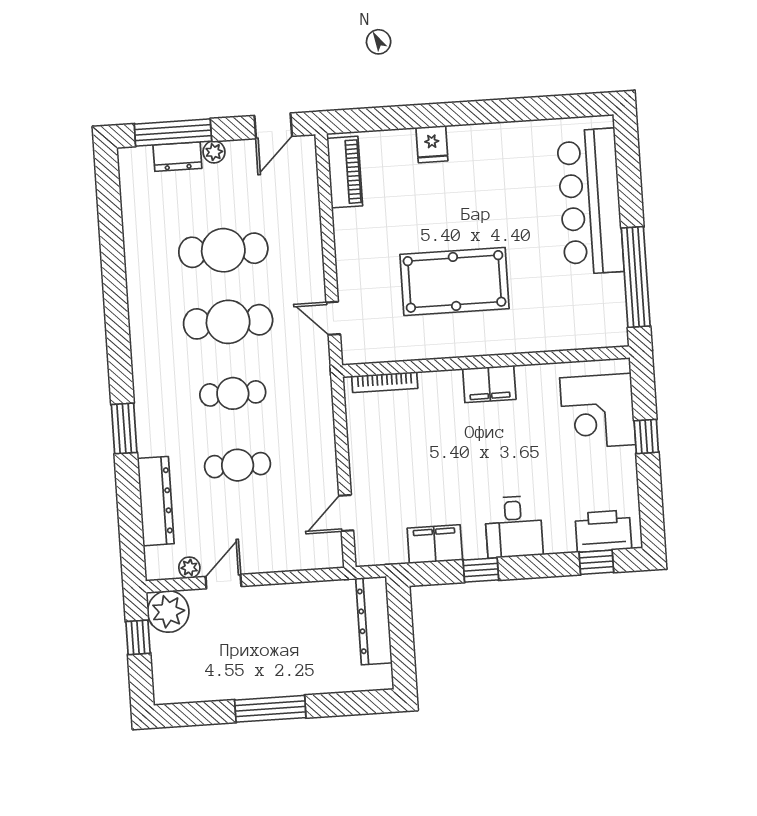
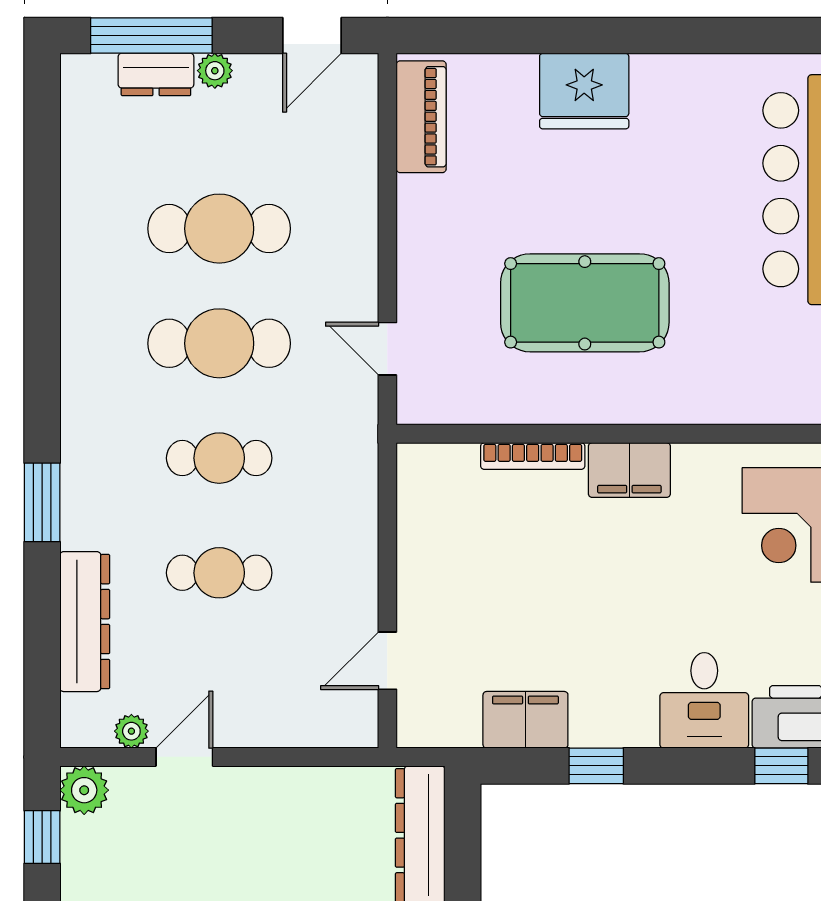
fridge: (432, 144) -> (584, 91), width x1.88, depth x1.34
bookcase: (385, 382) -> (533, 456), moved
desk: (514, 527) -> (704, 700), moved
plant: (168, 612) -> (84, 790), width x0.73, depth x0.73

